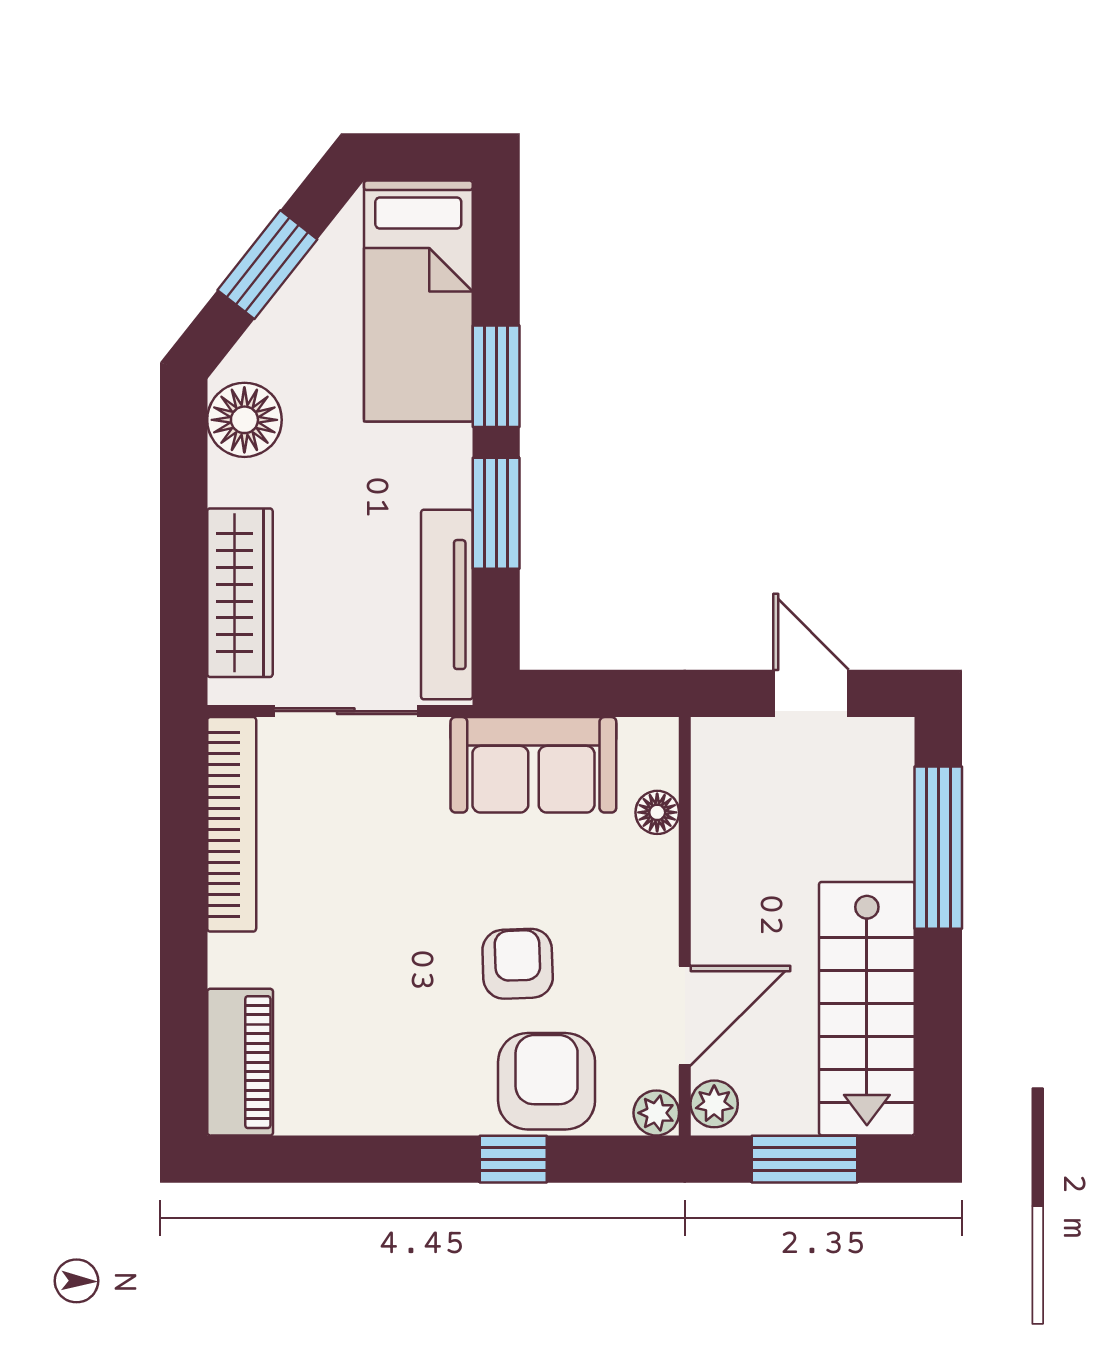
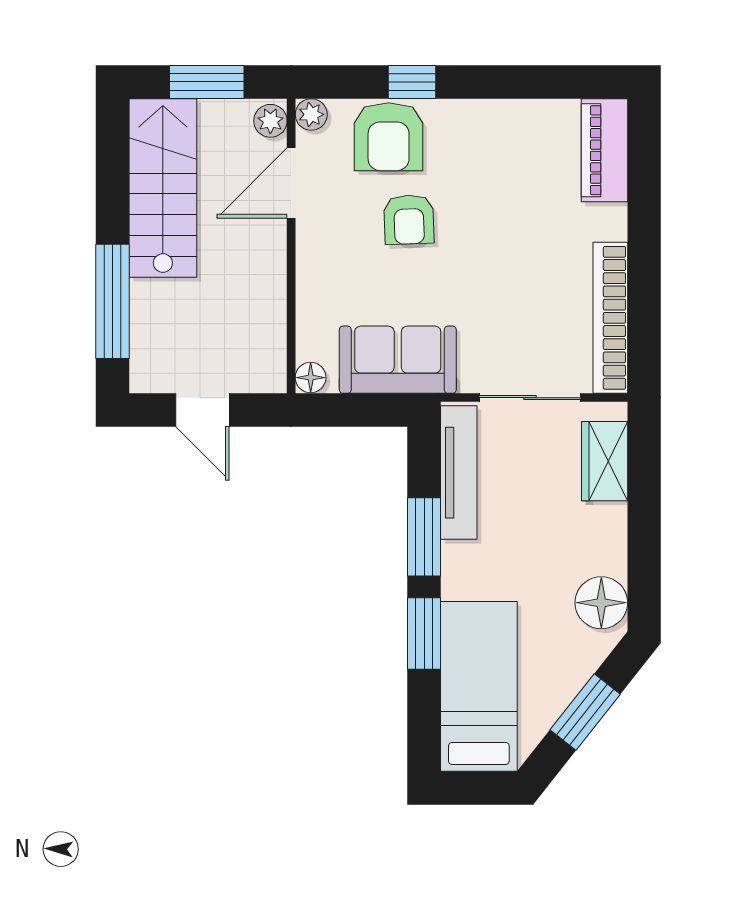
wardrobe: (240, 593) -> (605, 461), width x0.67
floor lamp: (657, 812) -> (311, 378), moved

